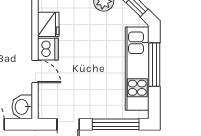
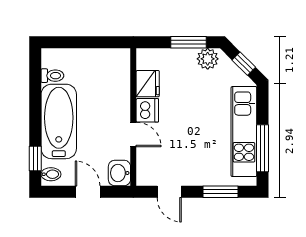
window: (154, 65) -> (262, 148), moved
window: (116, 124) -> (221, 192), width x0.69

